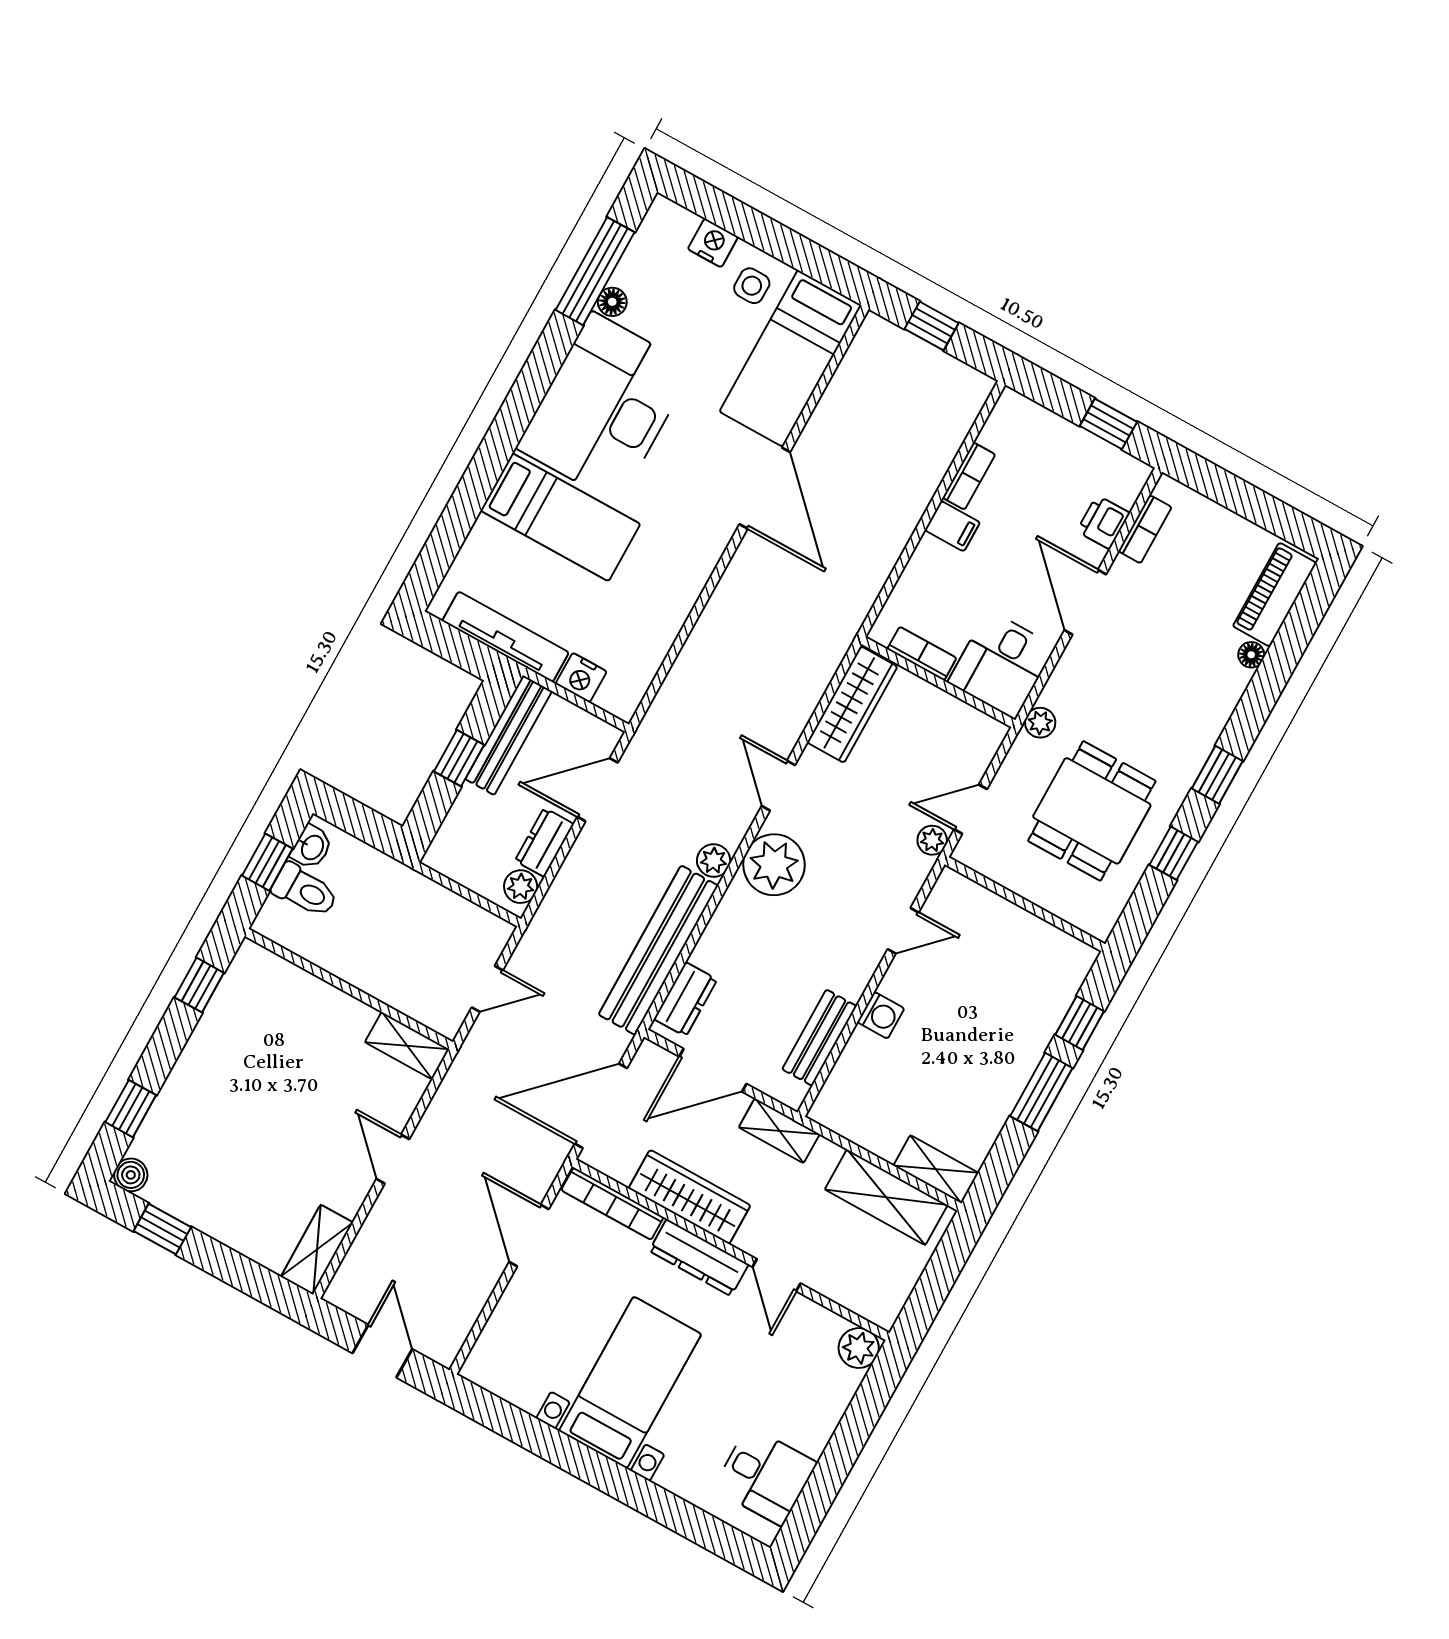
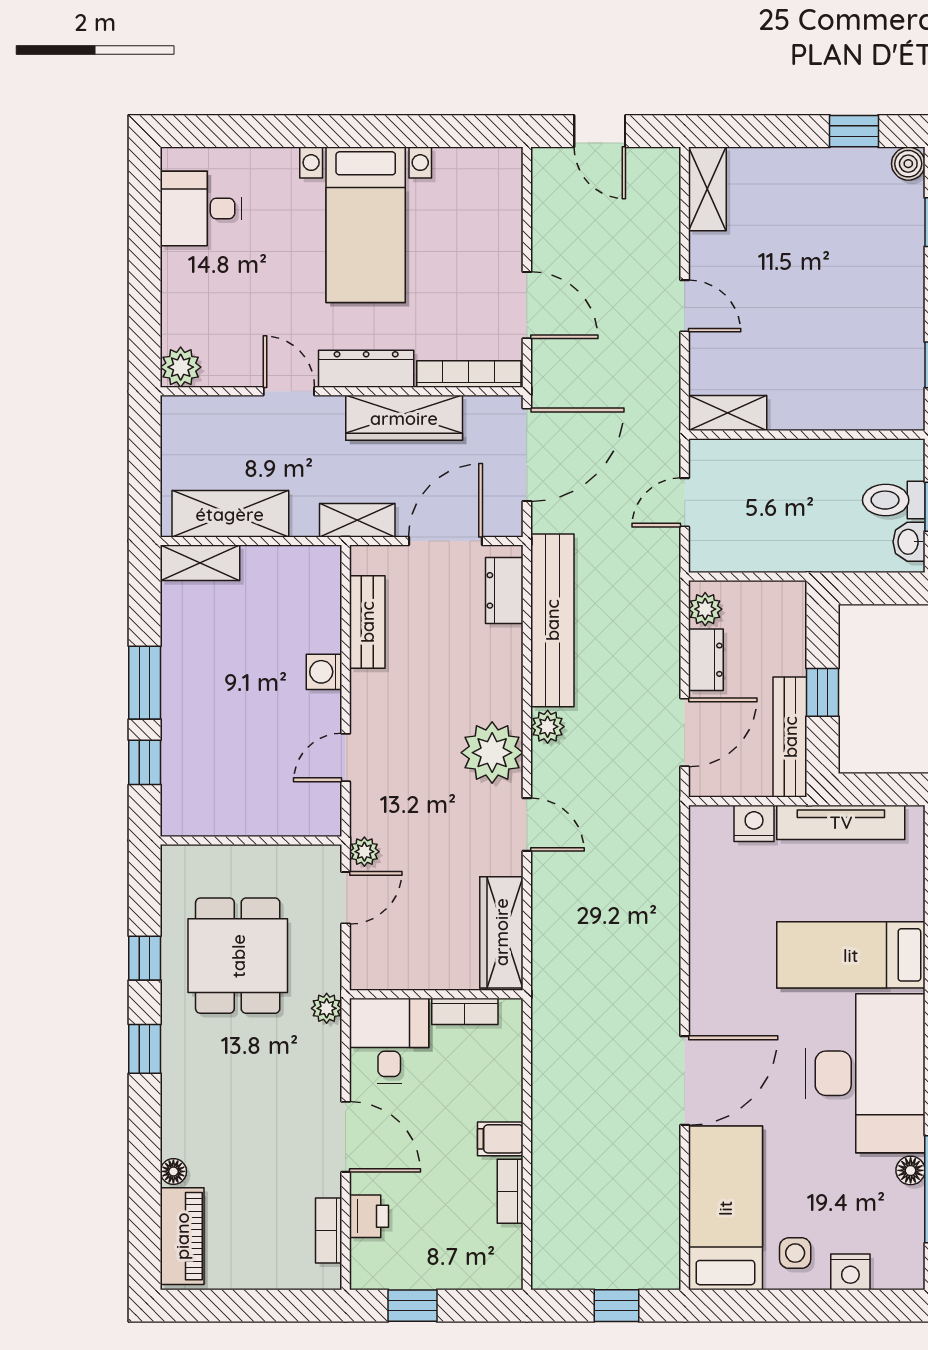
door: (765, 488) -> (685, 1081), swing flipped

